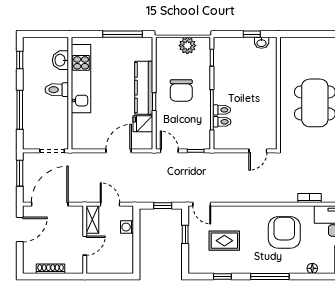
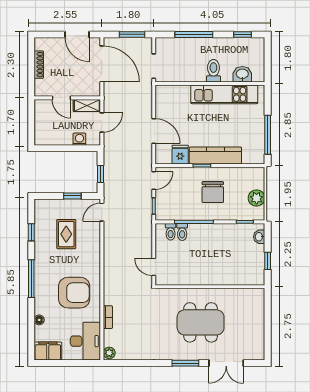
washbasin: (262, 43) -> (259, 237), moved
chair: (181, 90) -> (213, 192), turned -90
toilet: (222, 110) -> (171, 232), moved

